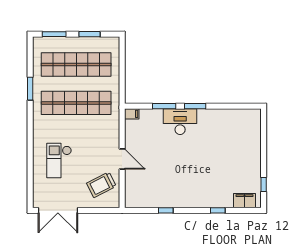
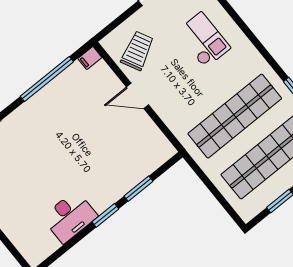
filing cabinet: (132, 114) -> (90, 58), moved
desk: (180, 122) -> (70, 217), moved
window: (166, 210) -> (47, 79), width x3.17

